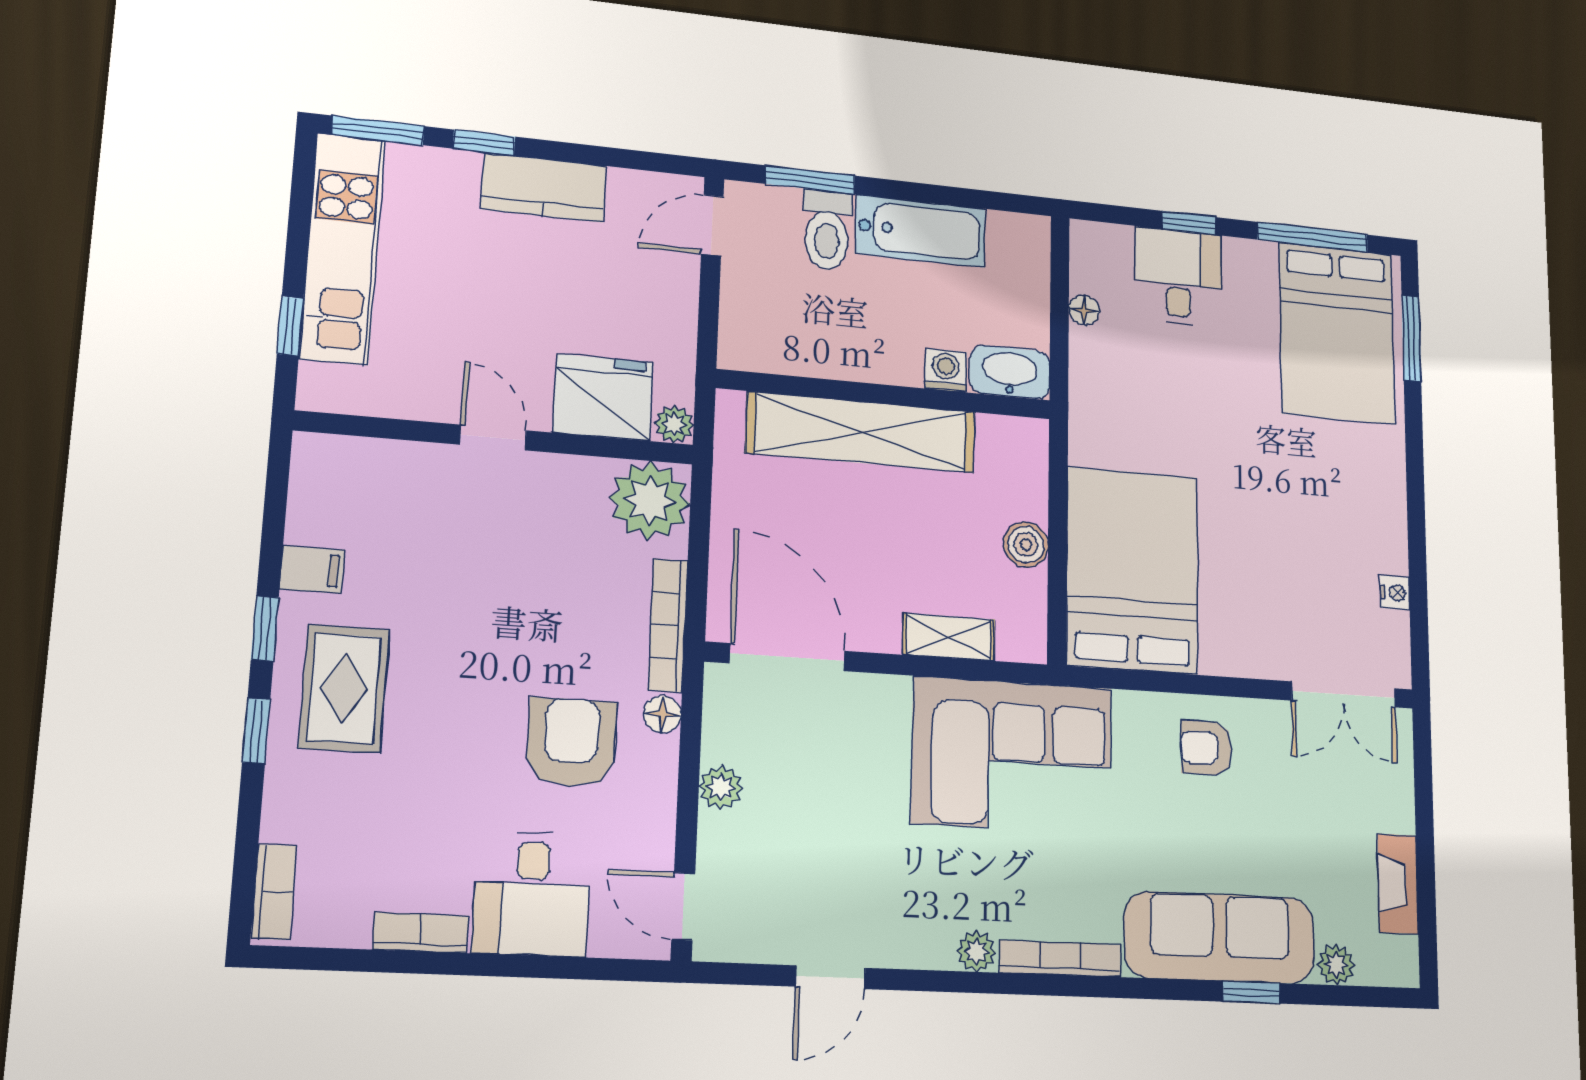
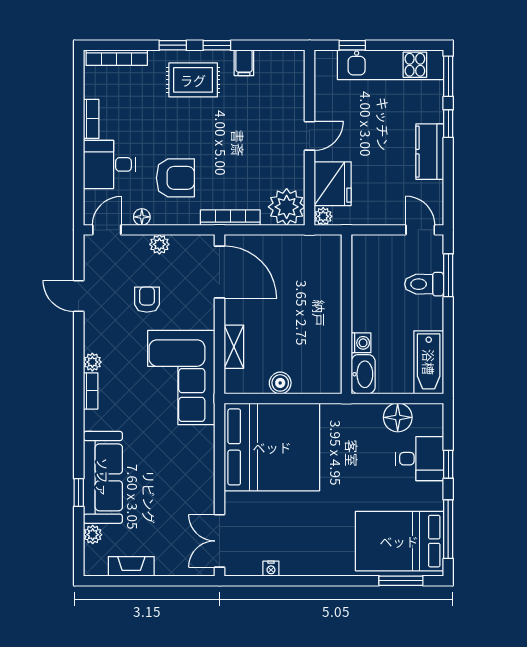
bathtub: (921, 231) -> (429, 362), moved
floor lamp: (1084, 310) -> (398, 417), width x1.89, depth x1.89
shelving: (861, 432) -> (327, 303), removed
bed: (1132, 570) -> (272, 447), width x1.36
door: (787, 657) -> (220, 272), hinge flipped
floor lamp: (662, 714) -> (142, 217), moved
armchair: (1206, 748) -> (147, 300), moved
bookcase: (274, 892) -> (117, 58), width x1.56
bookcase: (1060, 959) -> (91, 391), width x0.64

